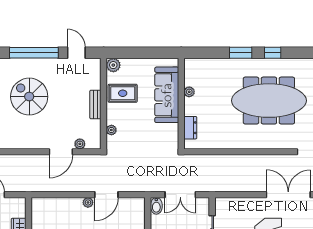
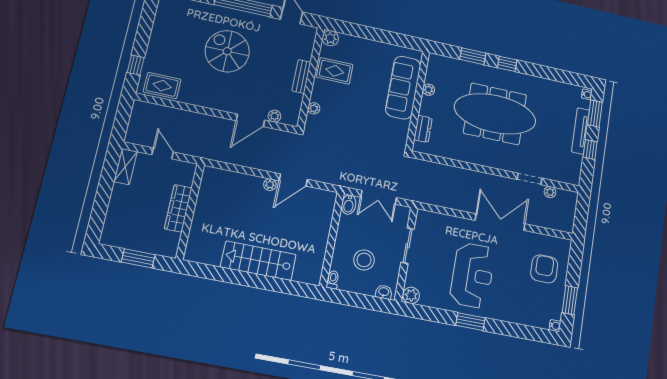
plant: (189, 92) -> (429, 90), moved
sofa: (167, 95) -> (403, 88), moved
wall: (181, 104) -> (418, 100), moved
dresser: (190, 128) -> (423, 129), moved

